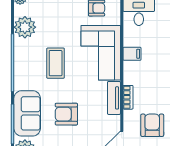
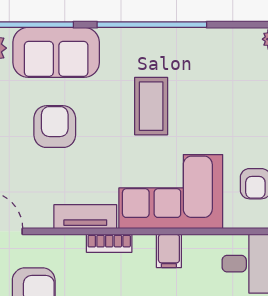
plant: (25, 27) -> (219, 48), removed
coffee table: (56, 63) -> (151, 106), turned 90
bookcase: (128, 97) -> (109, 243), moved

